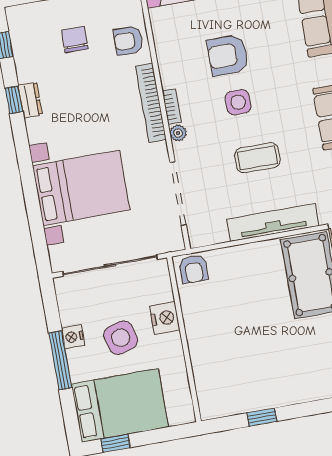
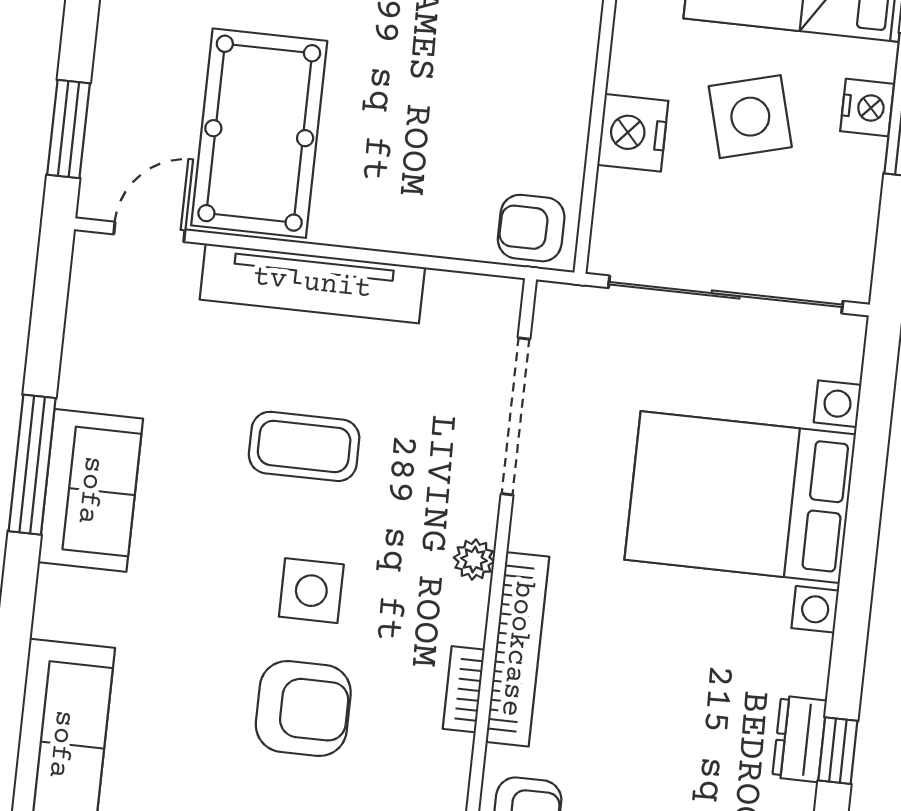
bookcase: (172, 107) -> (464, 689), moved
armchair: (194, 269) -> (531, 228), turned -90
nightstand: (73, 337) -> (867, 108), moved

